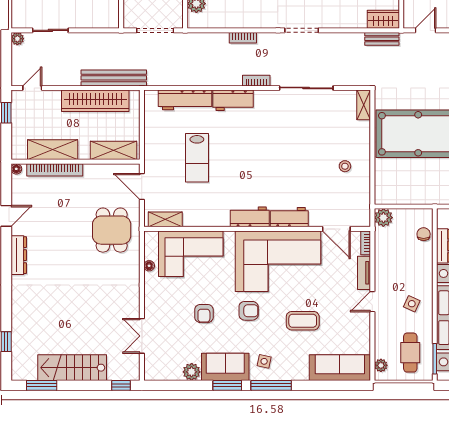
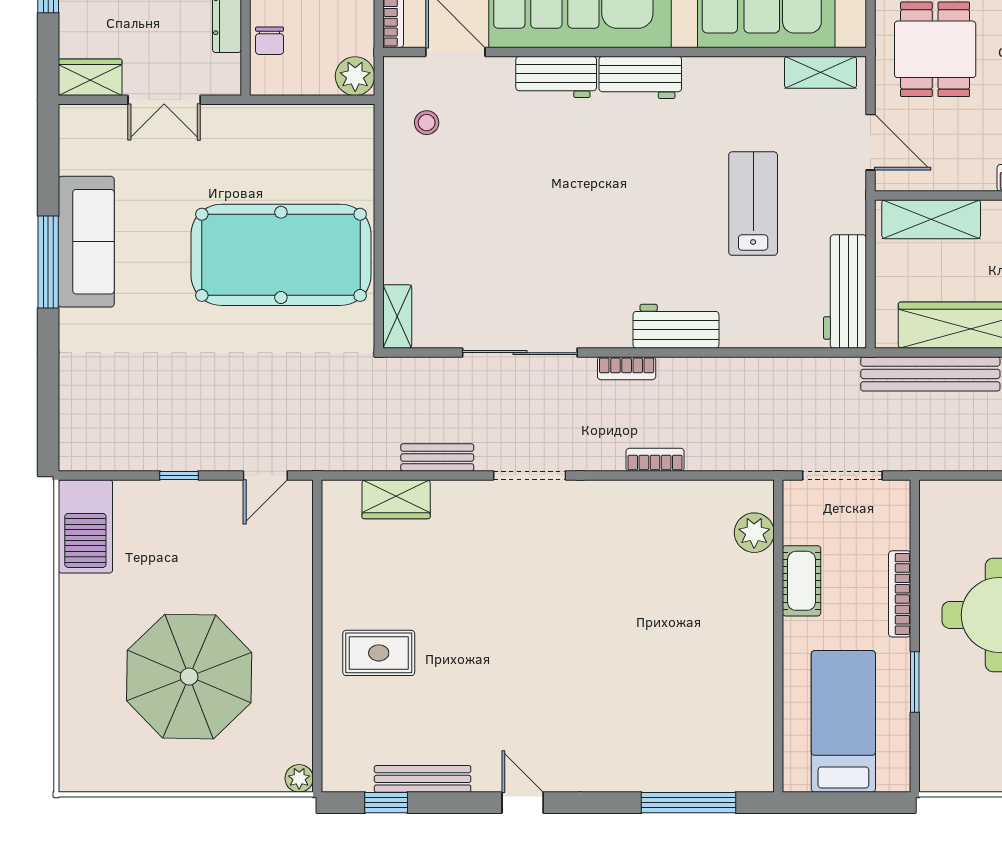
wardrobe: (383, 19) -> (396, 499), moved
bench: (382, 39) -> (437, 457), moved
workbench: (185, 100) -> (845, 292), moved, turned -90
stool: (345, 166) -> (427, 123), moved

